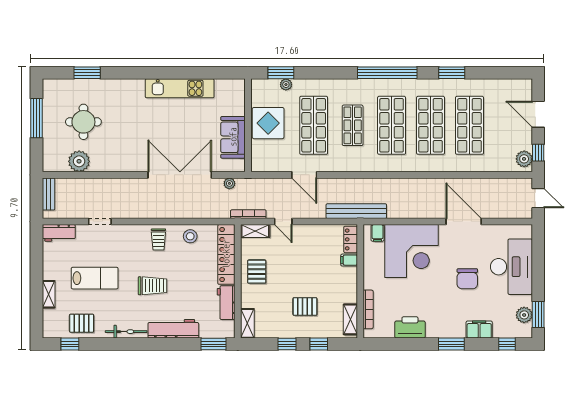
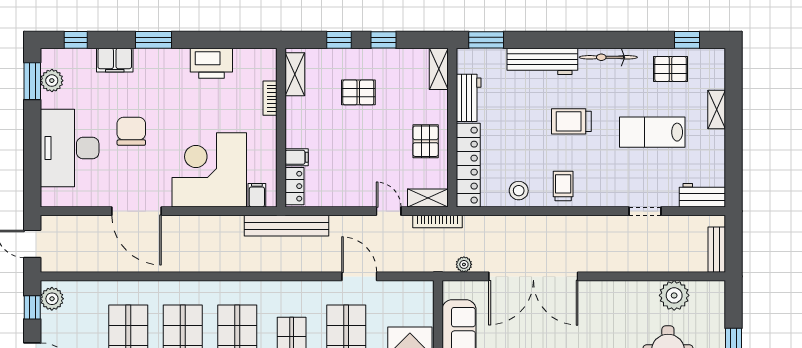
bookcase: (368, 309) -> (270, 98), width x0.64

